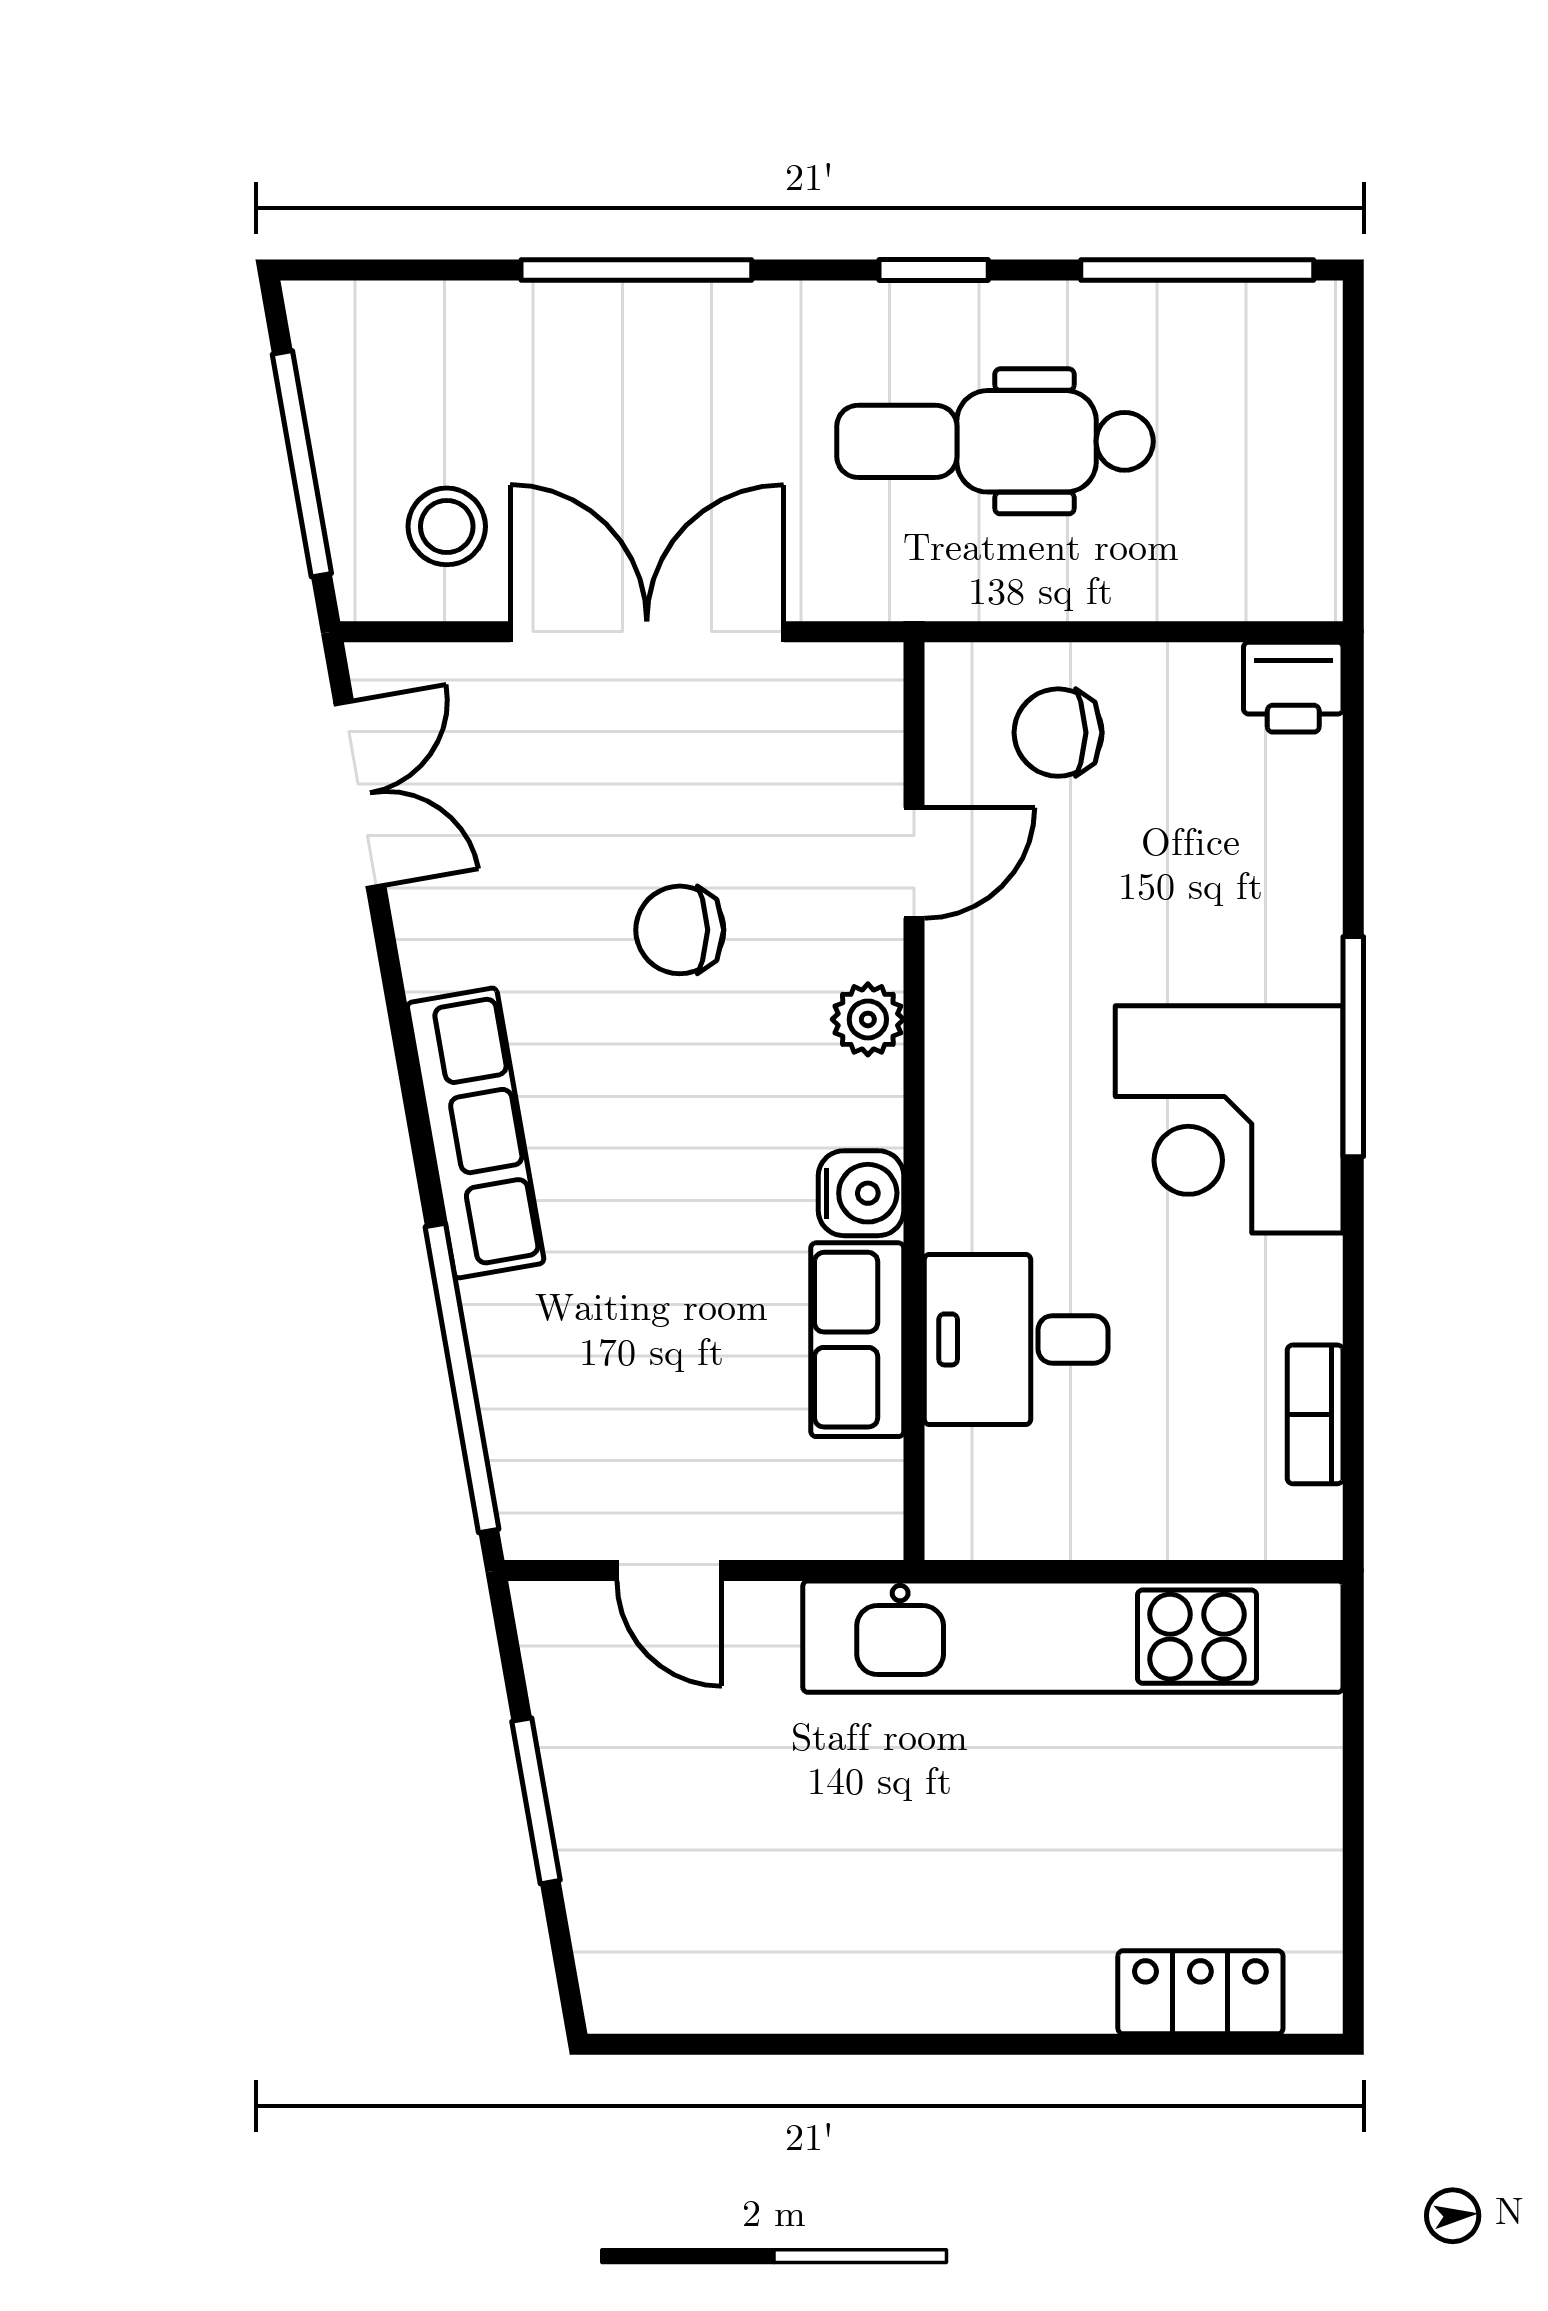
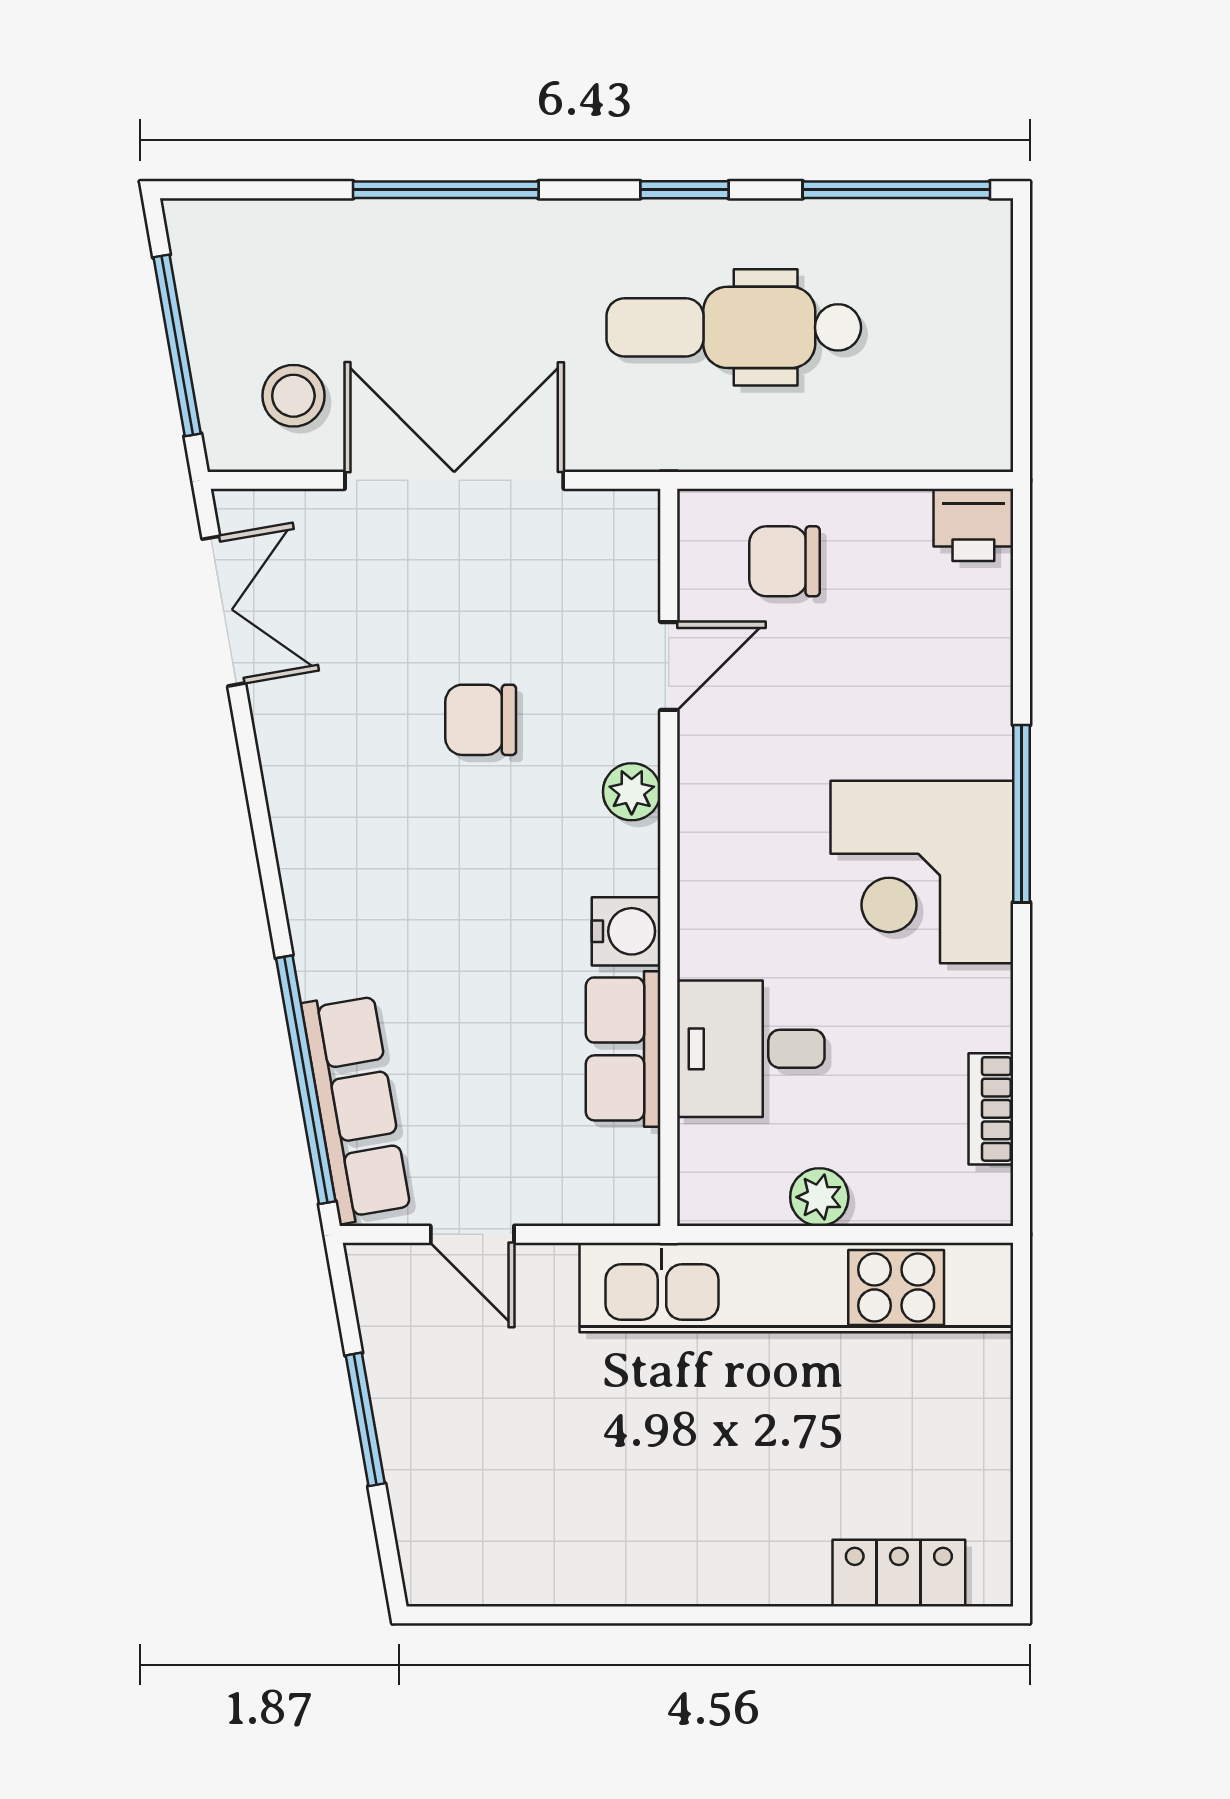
row of seats: (476, 1133) -> (356, 1108), moved
plant: (1101, 1524) -> (819, 1197), added

